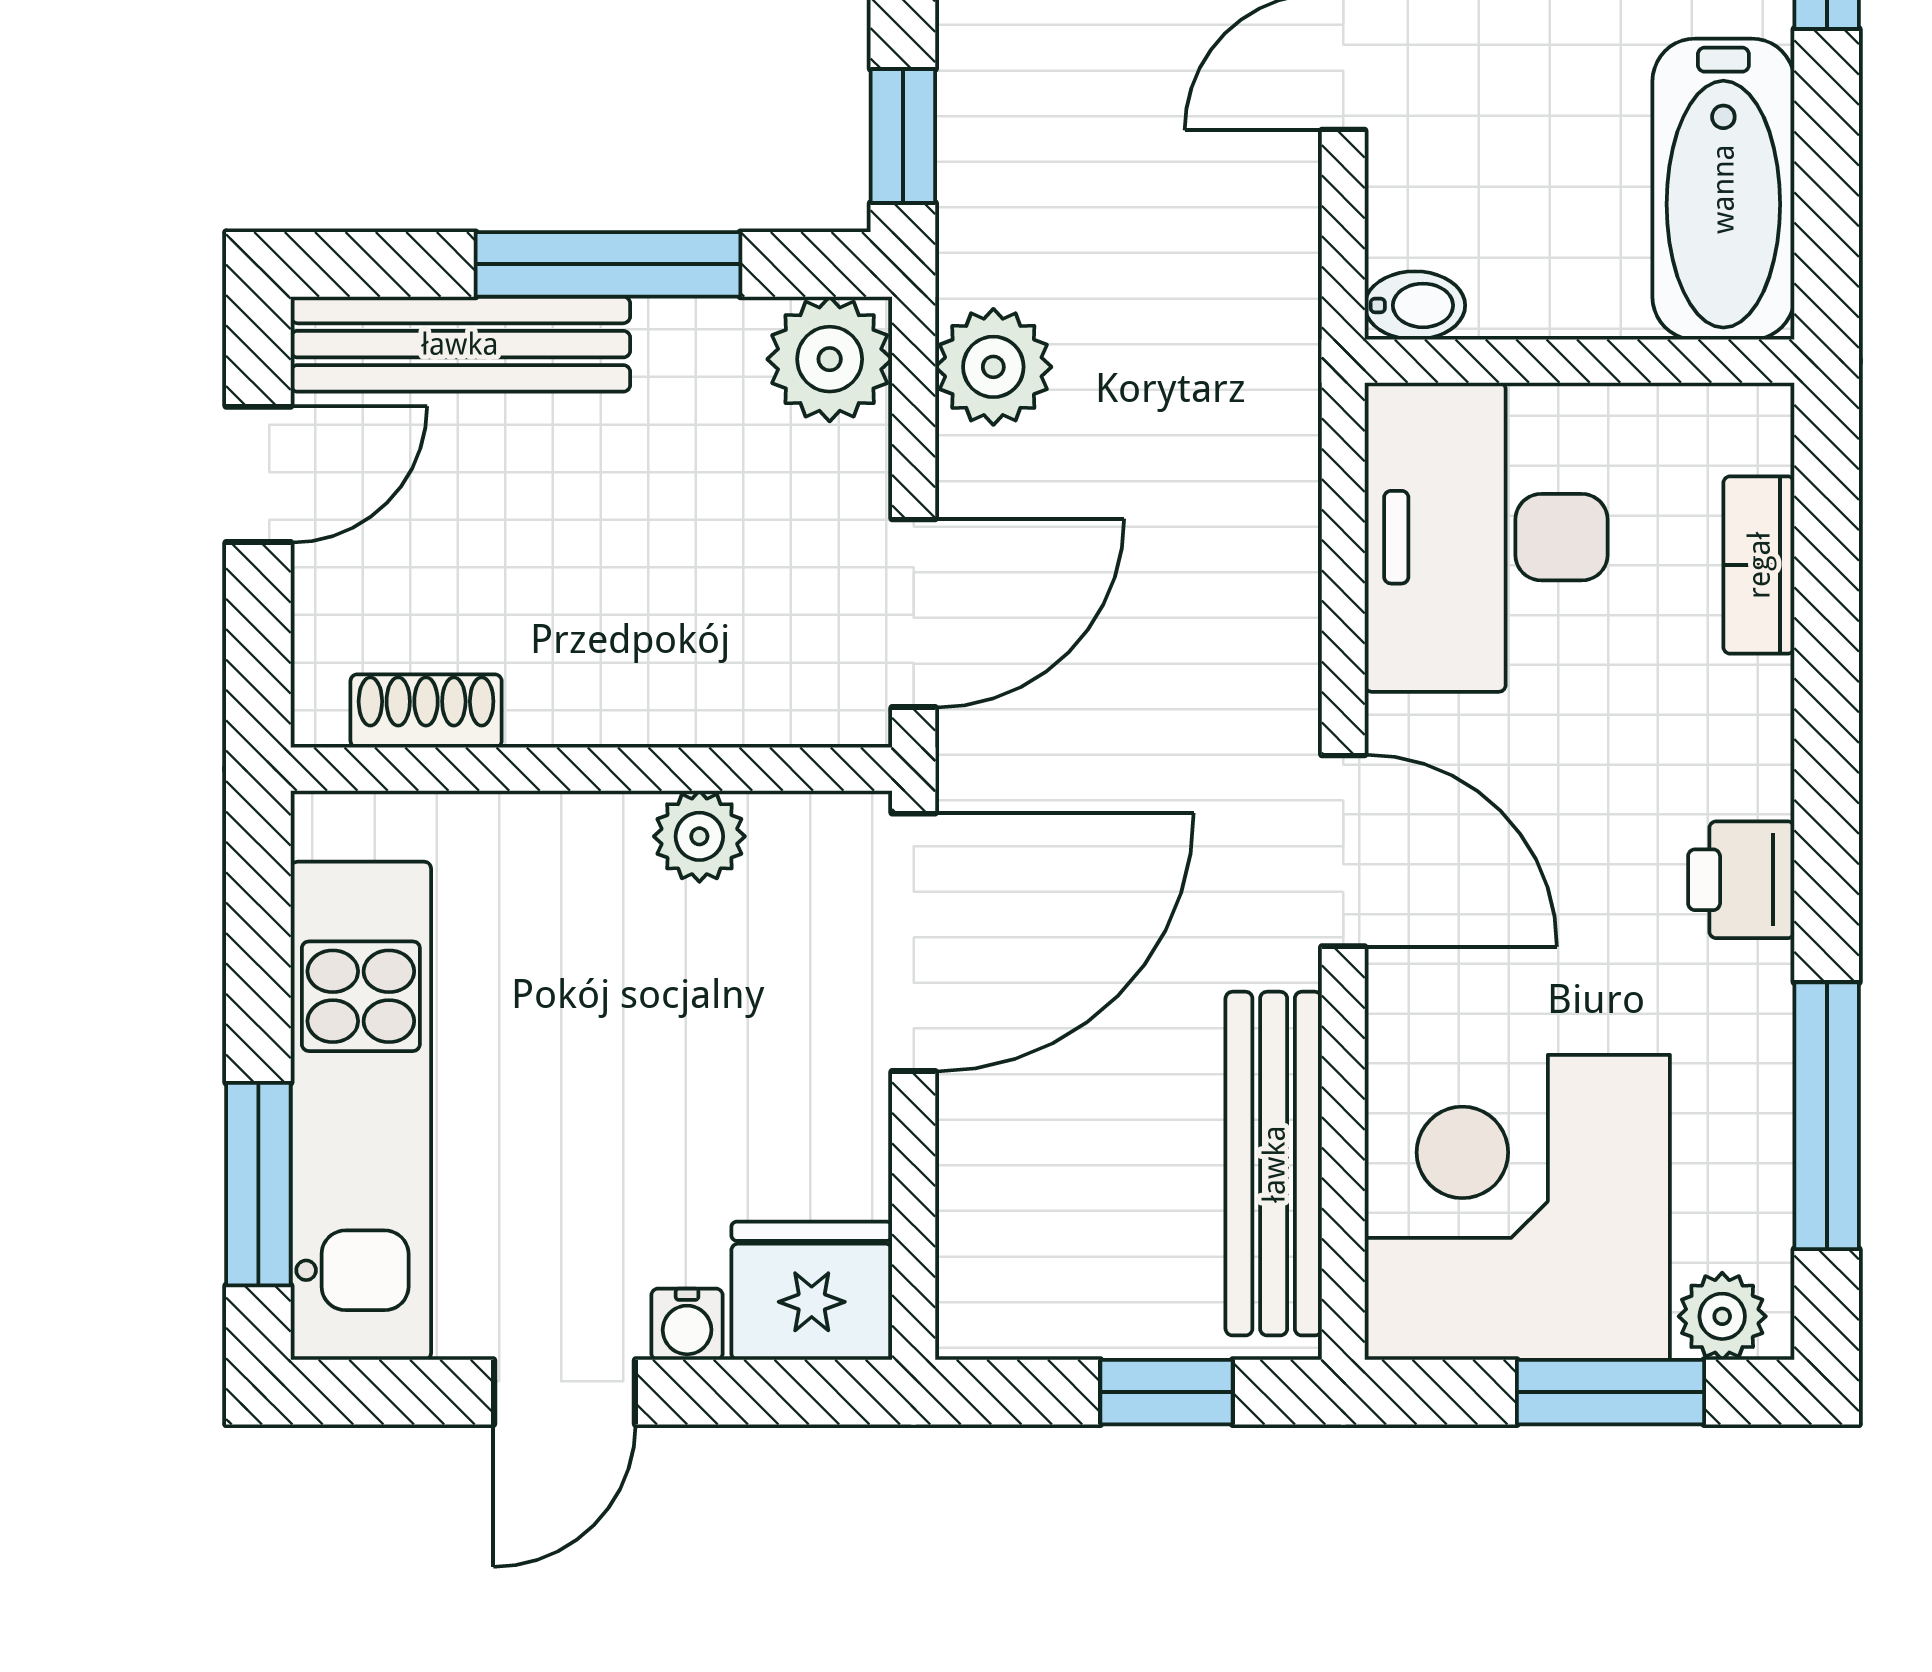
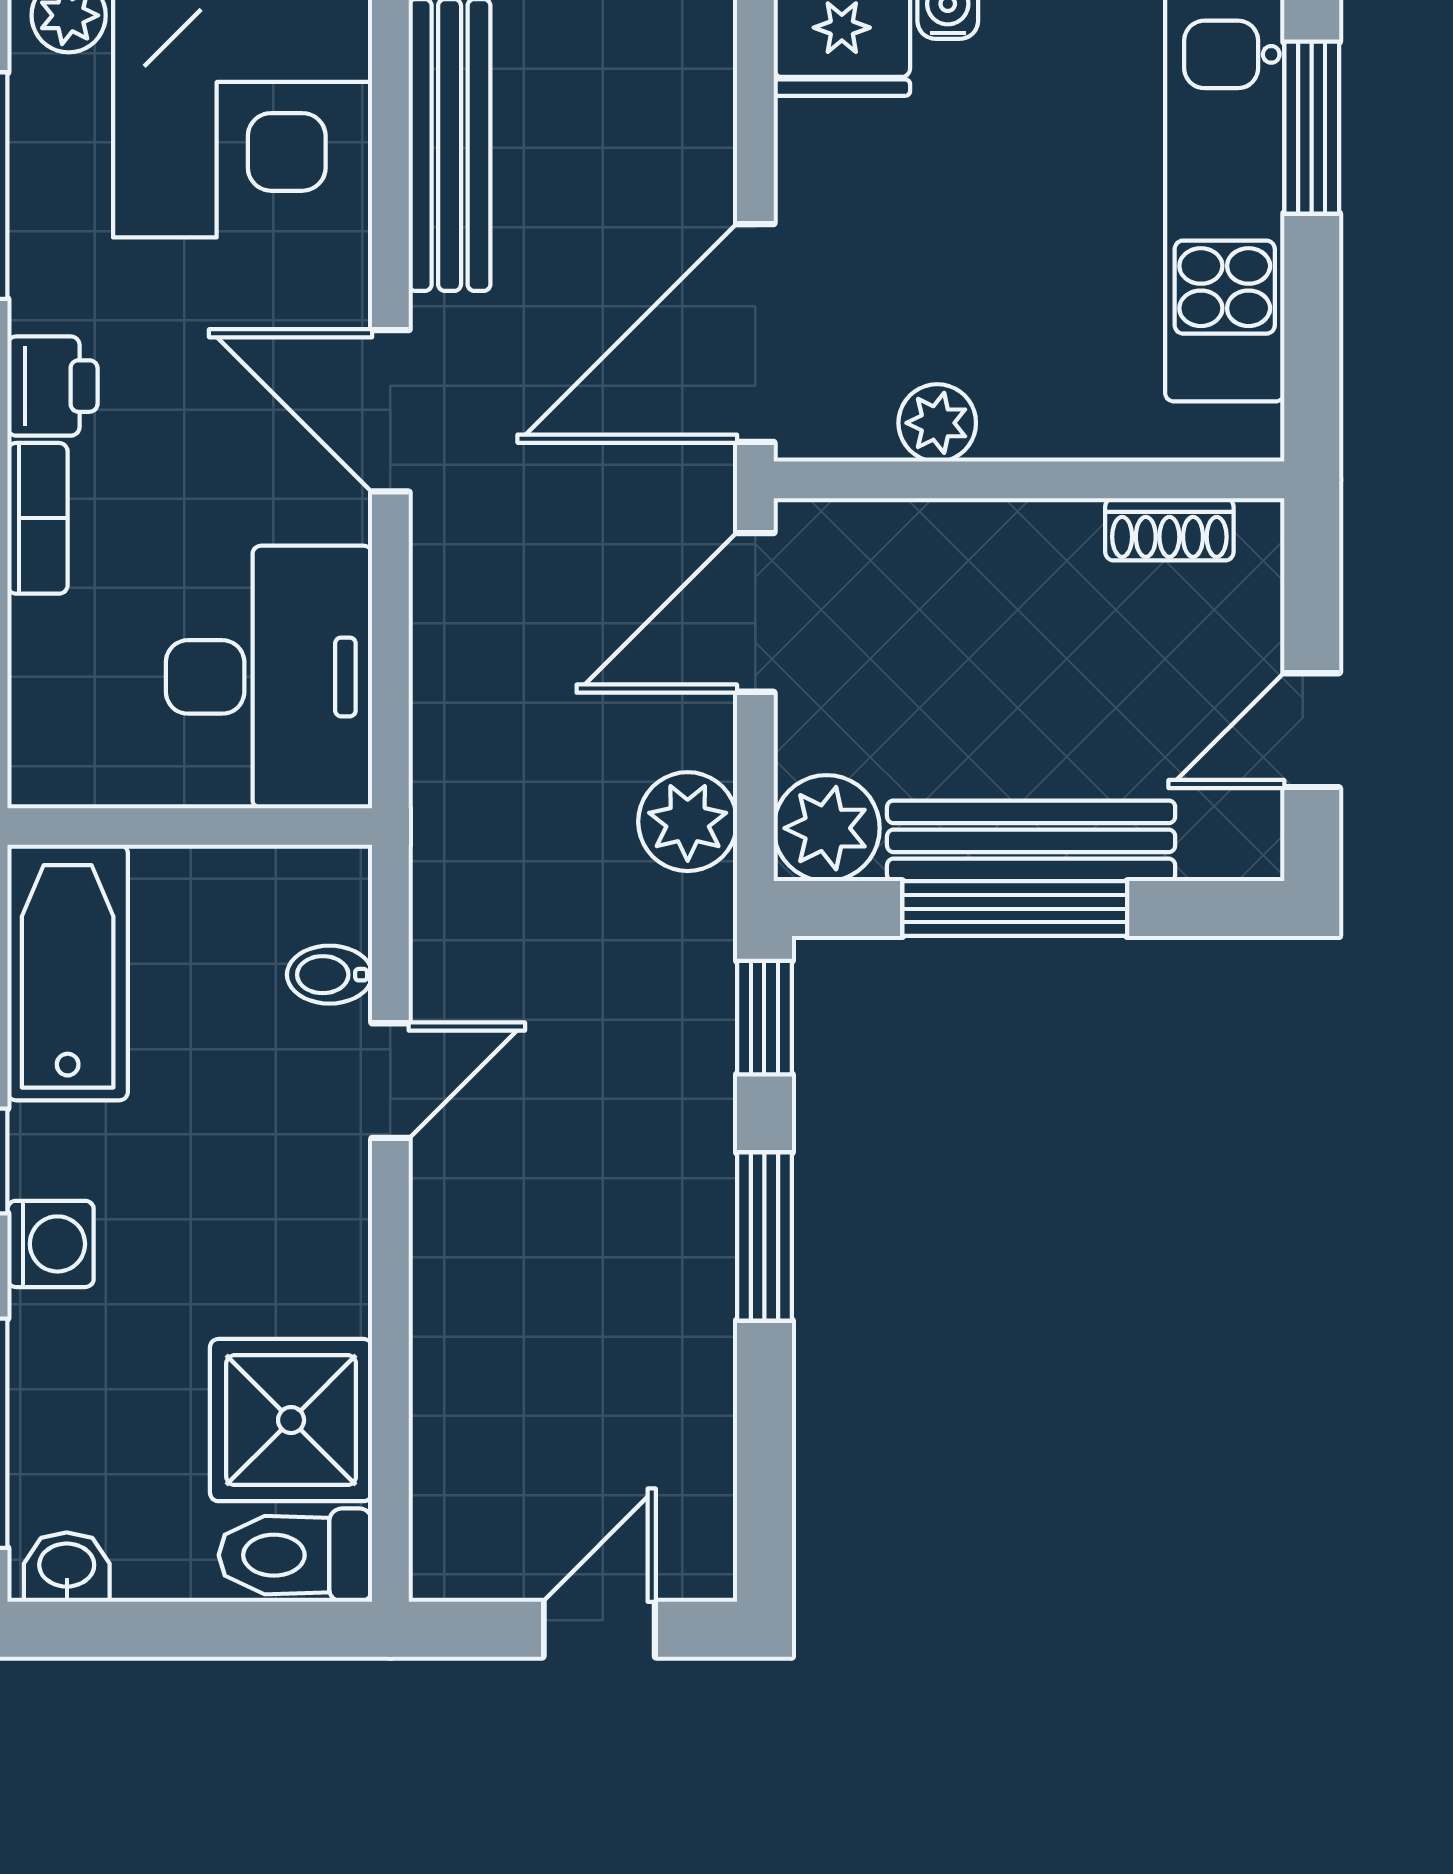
bidet: (1415, 305) -> (330, 975), moved
bench: (460, 344) -> (1031, 841), moved
bookcase: (1759, 565) -> (38, 518), moved

